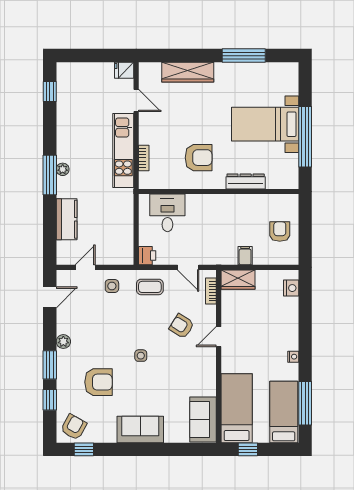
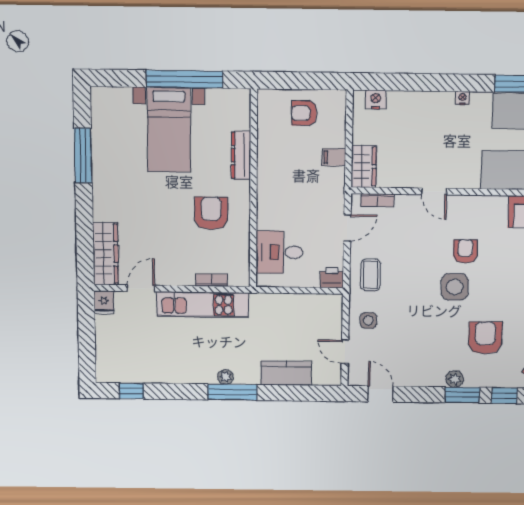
wardrobe: (188, 72) -> (105, 254), moved
armchair: (182, 326) -> (465, 251), moved, turned 148
plant: (63, 342) -> (455, 379), moved
side table: (141, 356) -> (455, 287), width x1.87, depth x1.87

